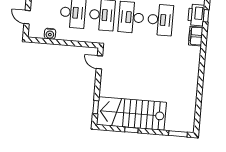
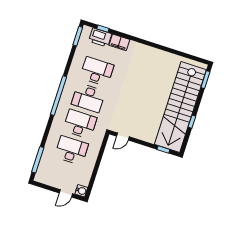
water cooler: (50, 34) -> (81, 191), moved
stairs: (131, 114) -> (180, 107), width x1.36

